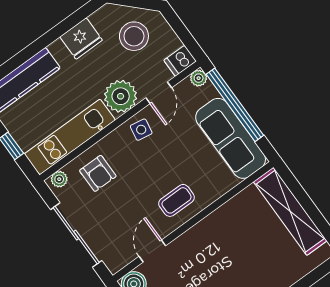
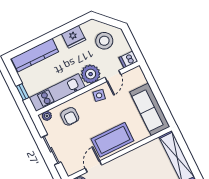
plant: (199, 78) -> (137, 71), removed
window: (235, 105) -> (156, 90), removed
coffee table: (177, 200) -> (112, 140), width x1.86, depth x1.72
sliding door: (76, 235) -> (51, 150), width x0.73

